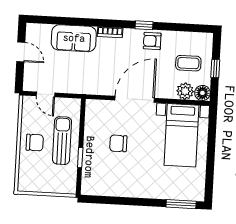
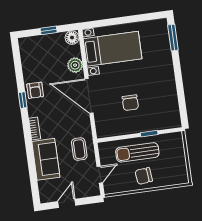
coffee table: (188, 63) -> (79, 149), moved
plant: (185, 91) -> (75, 65), moved
chair: (35, 143) -> (144, 176), turned -96

